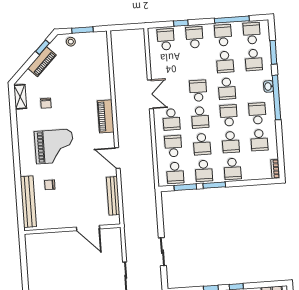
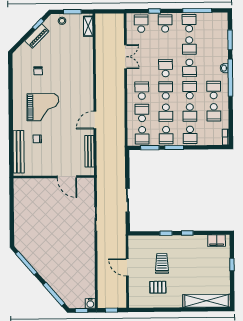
school desk: (252, 33) -> (213, 23), removed
school desk: (254, 60) -> (213, 45), removed
double door: (150, 94) -> (125, 57), moved
shelving: (20, 97) -> (88, 26), moved
piano: (106, 116) -> (87, 85), removed
school desk: (200, 117) -> (166, 90), turned 180
school desk: (171, 119) -> (142, 91), turned 180
door: (117, 158) -> (95, 120), hinge flipped

